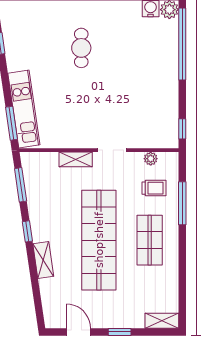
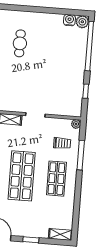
window: (182, 129) -> (86, 91), moved
plant: (151, 159) -> (76, 124), moved
shop shelf: (99, 240) -> (22, 176), width x0.71

